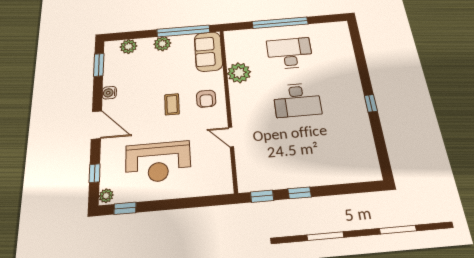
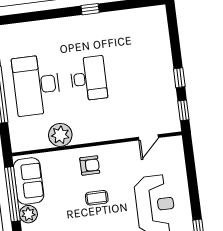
sofa: (208, 51) -> (29, 181), moved, turned -90
desk: (290, 53) -> (36, 85), width x1.36, depth x1.30
door: (231, 137) -> (148, 137), moved

